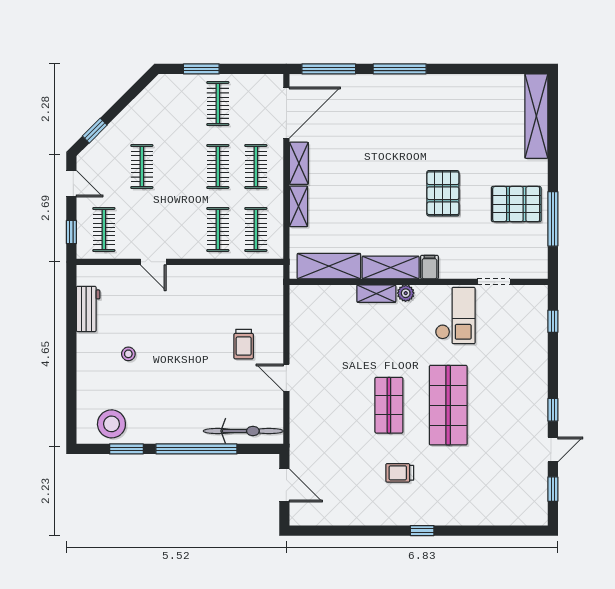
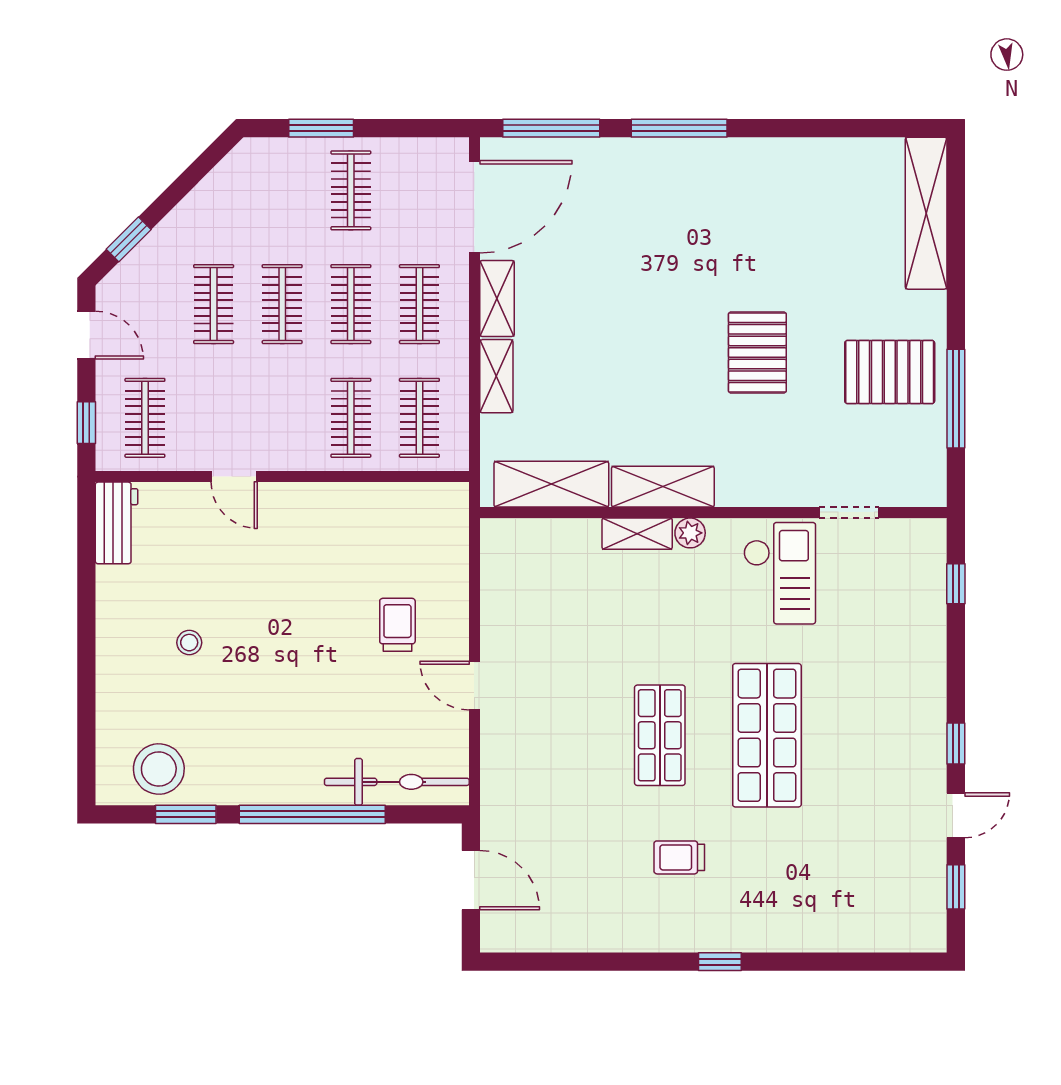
clothes rail: (180, 166) -> (282, 304), added
filing cabinet: (429, 267) -> (733, 486), removed
workbench: (88, 309) -> (117, 523), moved
trolley: (244, 344) -> (397, 625), turned 180

